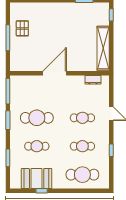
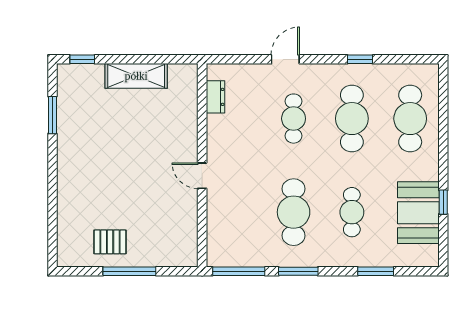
shelving: (103, 48) -> (136, 76), width x0.68
door: (55, 73) -> (202, 176), width x0.53
cafe table: (82, 146) -> (352, 119), width x1.37, depth x1.35

